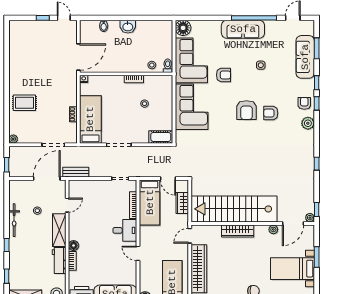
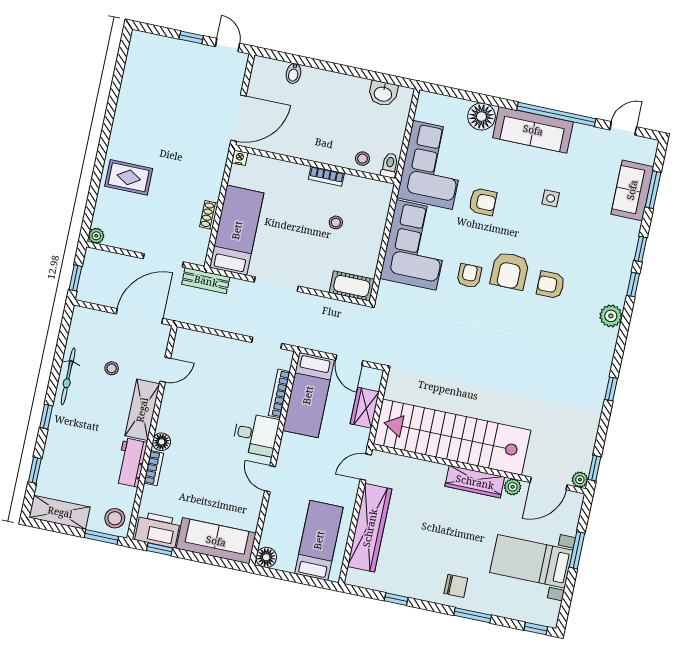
washbasin: (128, 27) -> (383, 93), moved
floor lamp: (183, 28) -> (481, 117), moved
sofa: (305, 57) -> (632, 190), width x0.73
armchair: (304, 103) -> (469, 276), moved
bench: (76, 172) -> (206, 281), moved
wardrobe: (238, 231) -> (475, 482), moved

